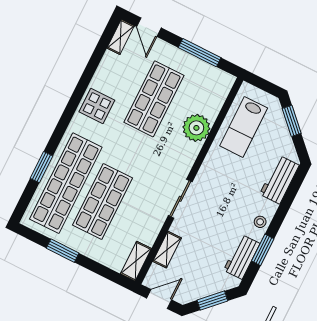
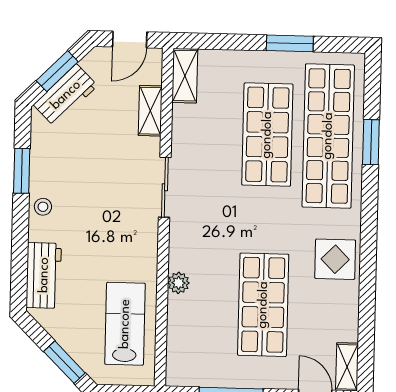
plant: (196, 128) -> (179, 283), width x0.53, depth x0.53
workbench: (242, 257) -> (66, 95), moved, turned 45

